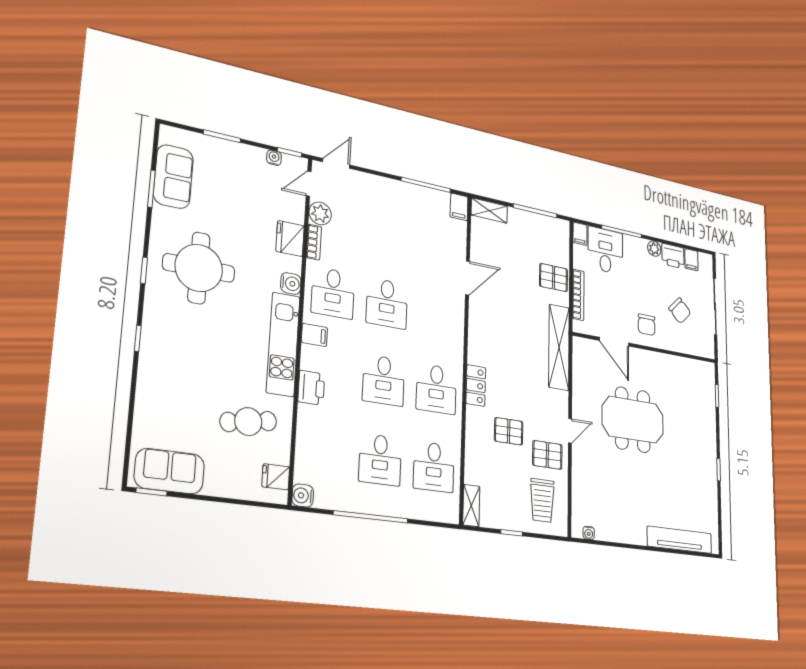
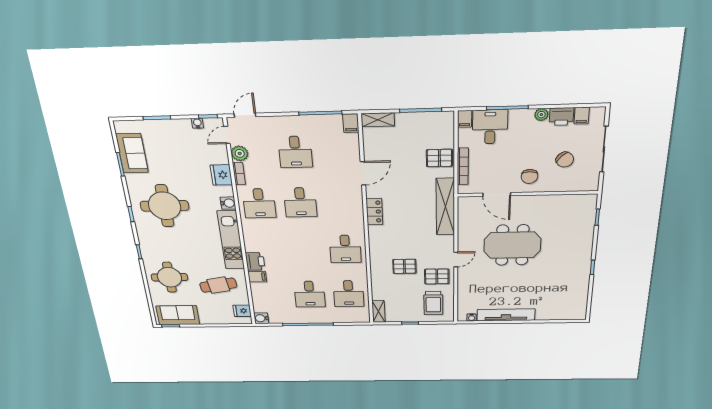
filing cabinet: (314, 335) -> (257, 277), moved
desk: (384, 380) -> (295, 152), moved
locker: (476, 386) -> (374, 212), moved
round table: (174, 394) -> (169, 277), added
tv unit: (680, 540) -> (506, 315), moved

